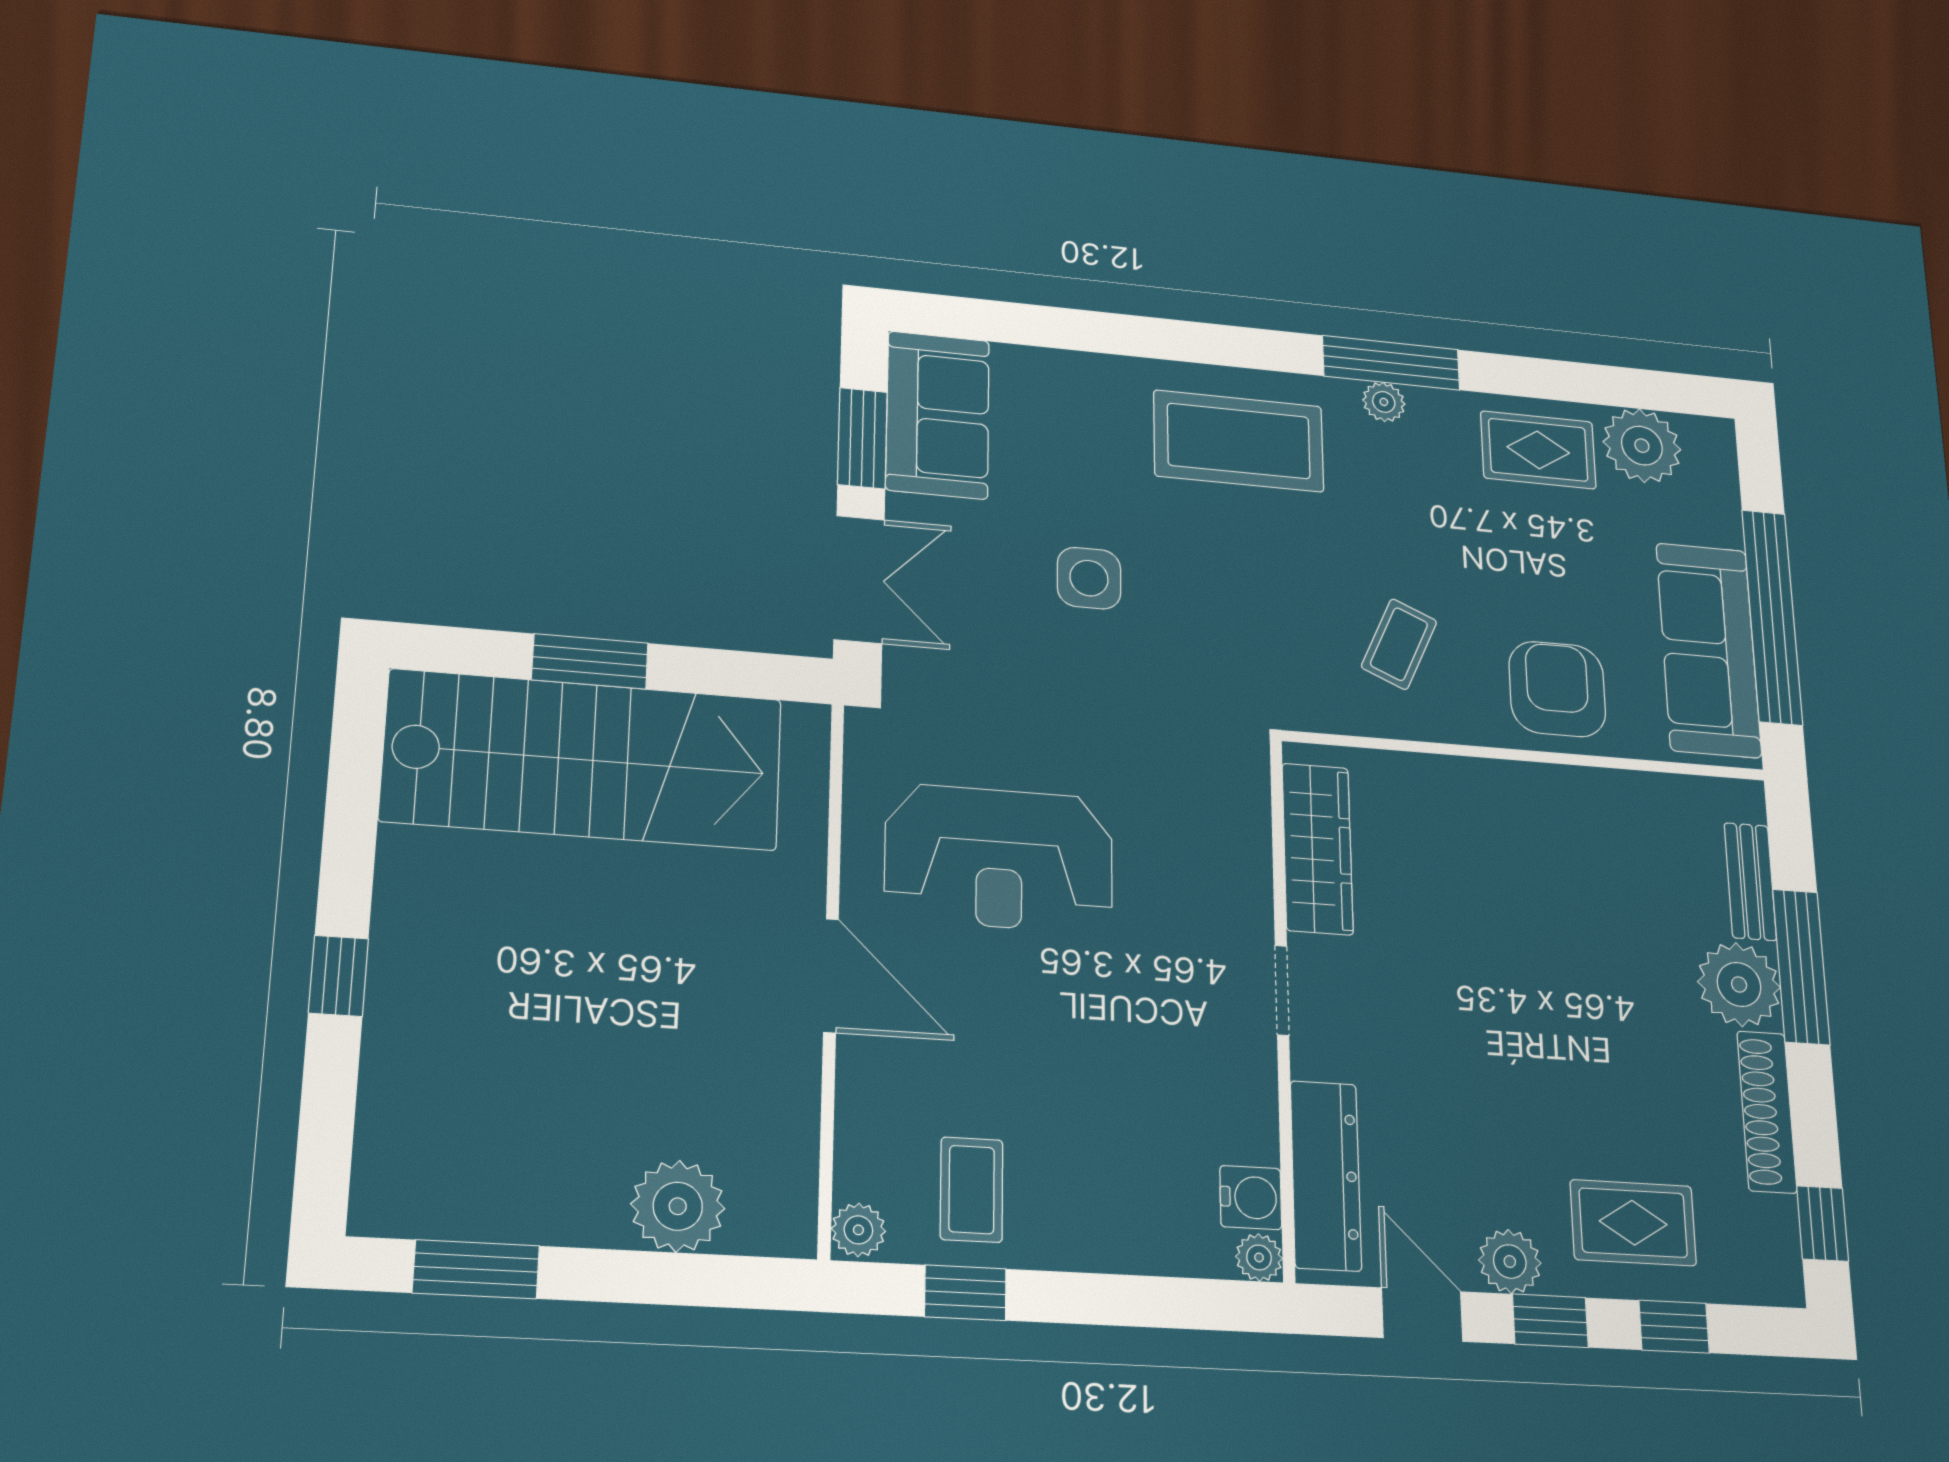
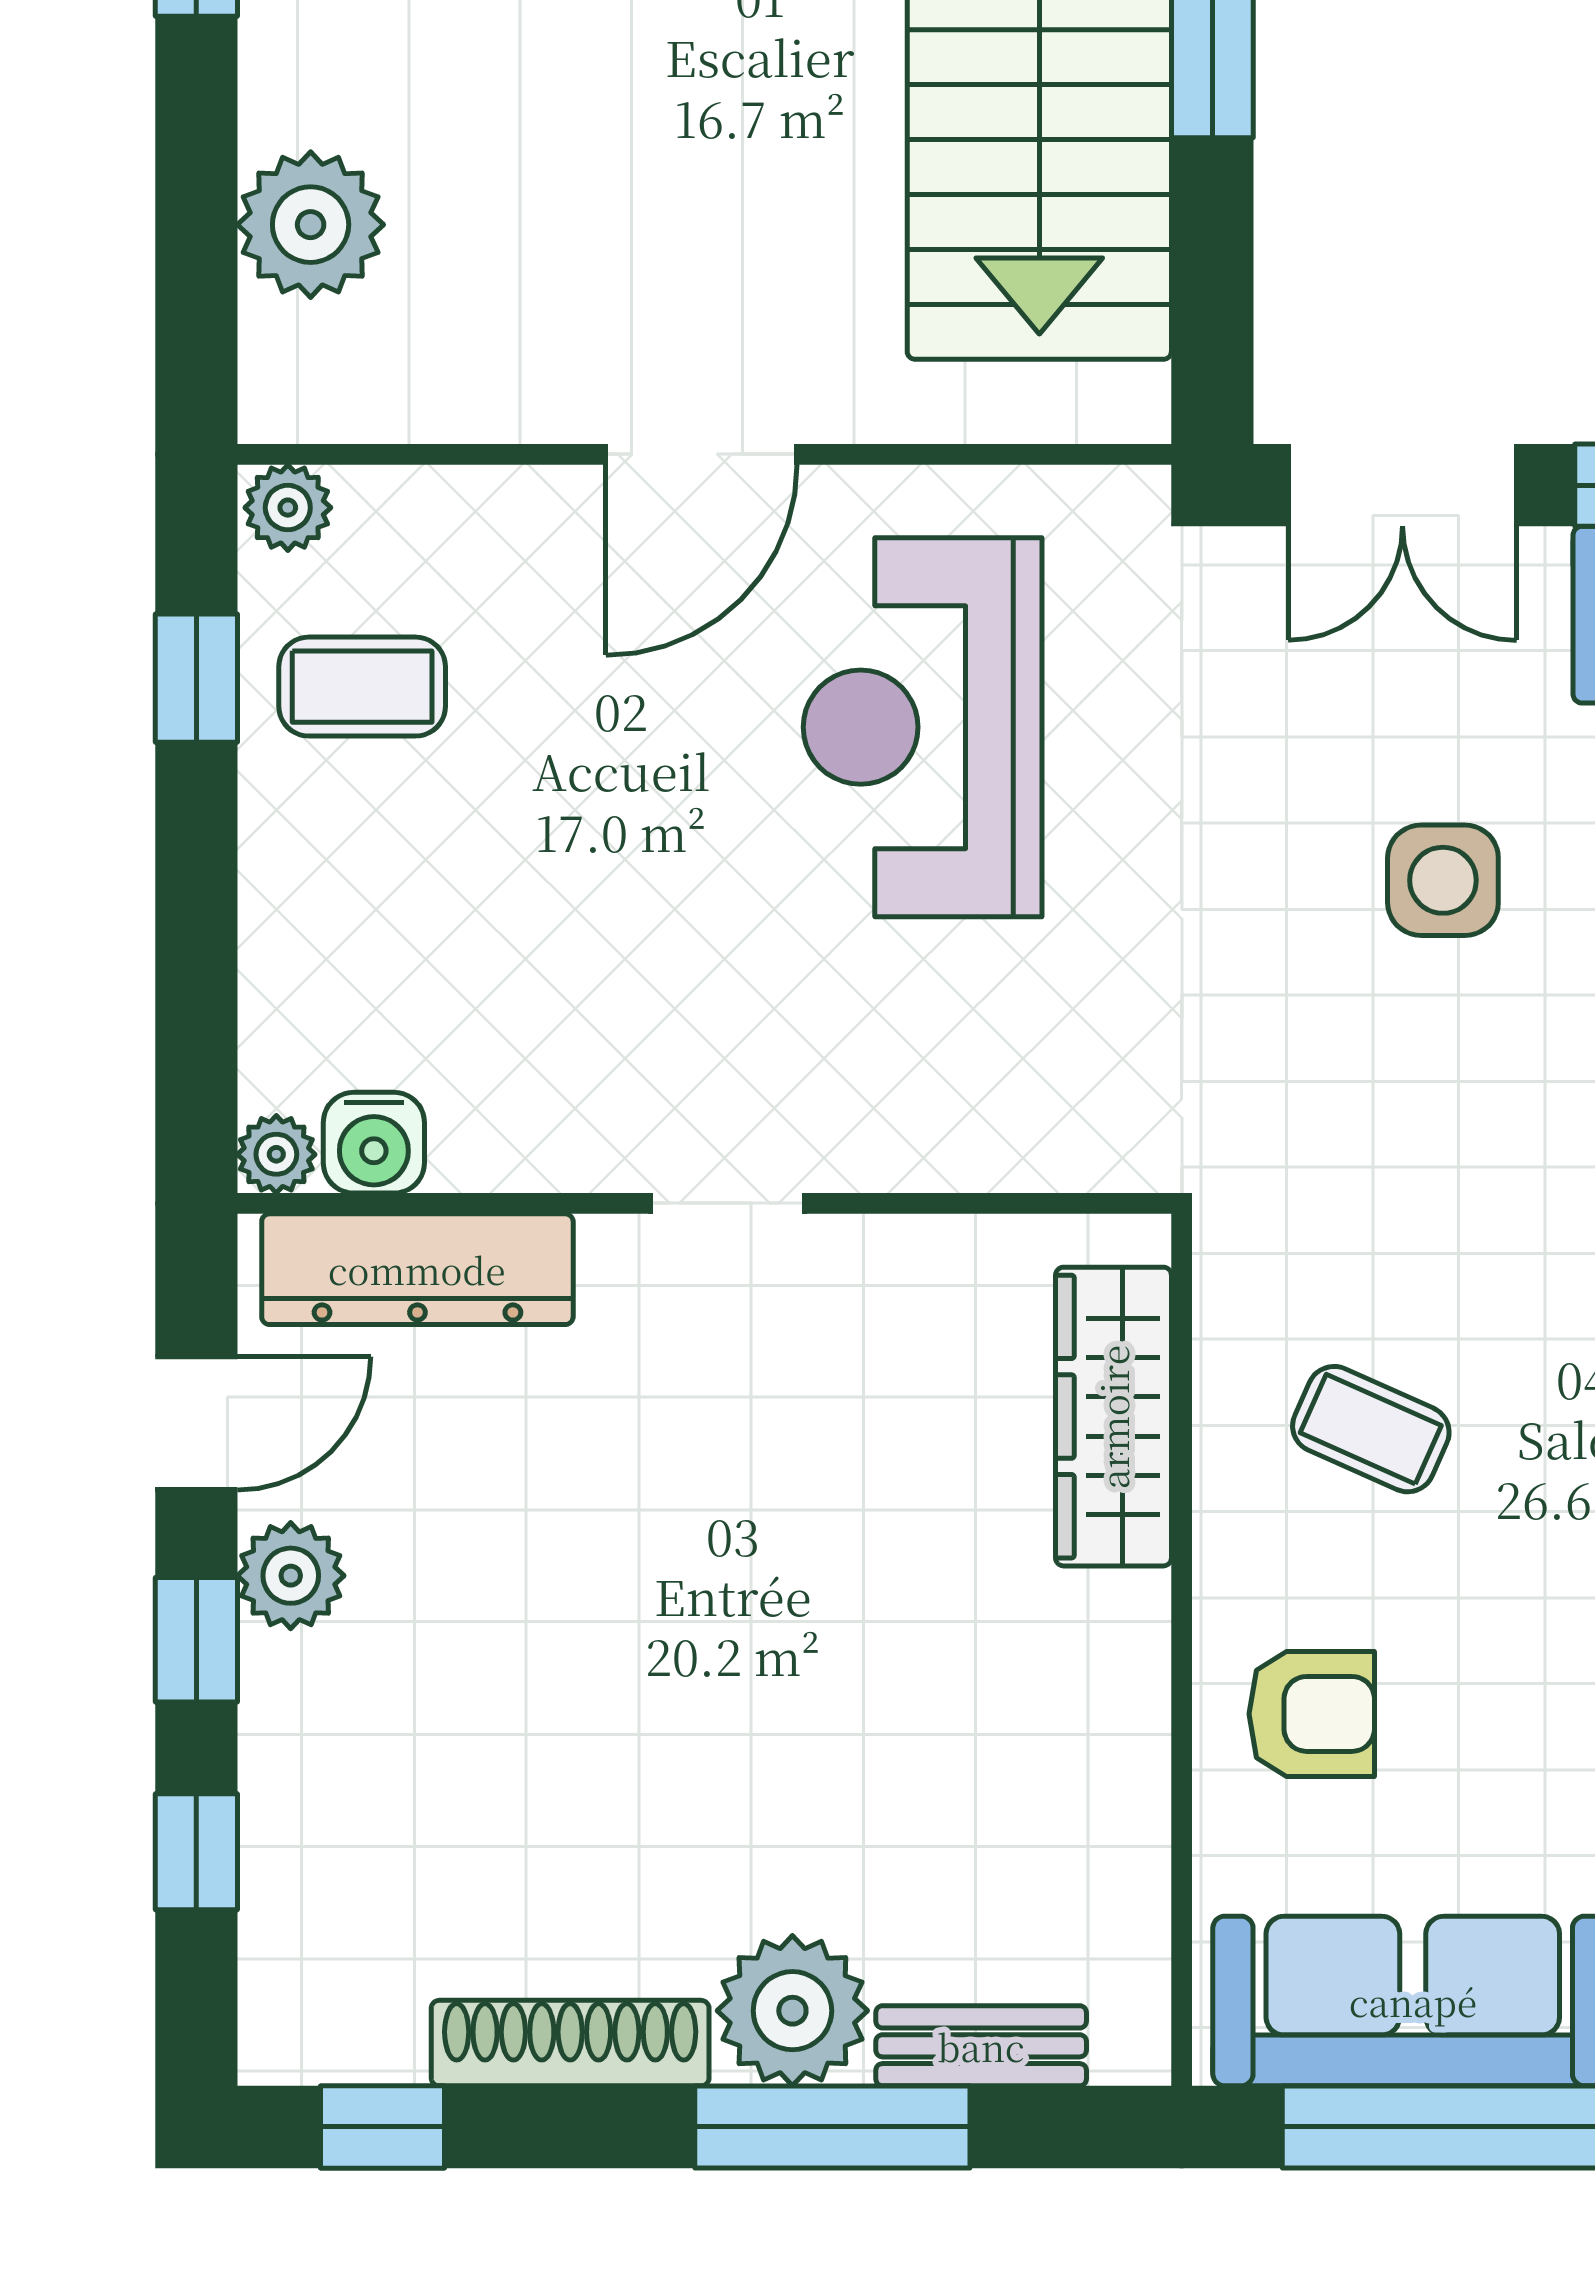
armchair: (1557, 689) -> (1312, 1714), width x0.72, depth x0.72
wardrobe: (1317, 849) -> (1113, 1417), moved, turned 90
rug: (1633, 1223) -> (367, 1792), removed

